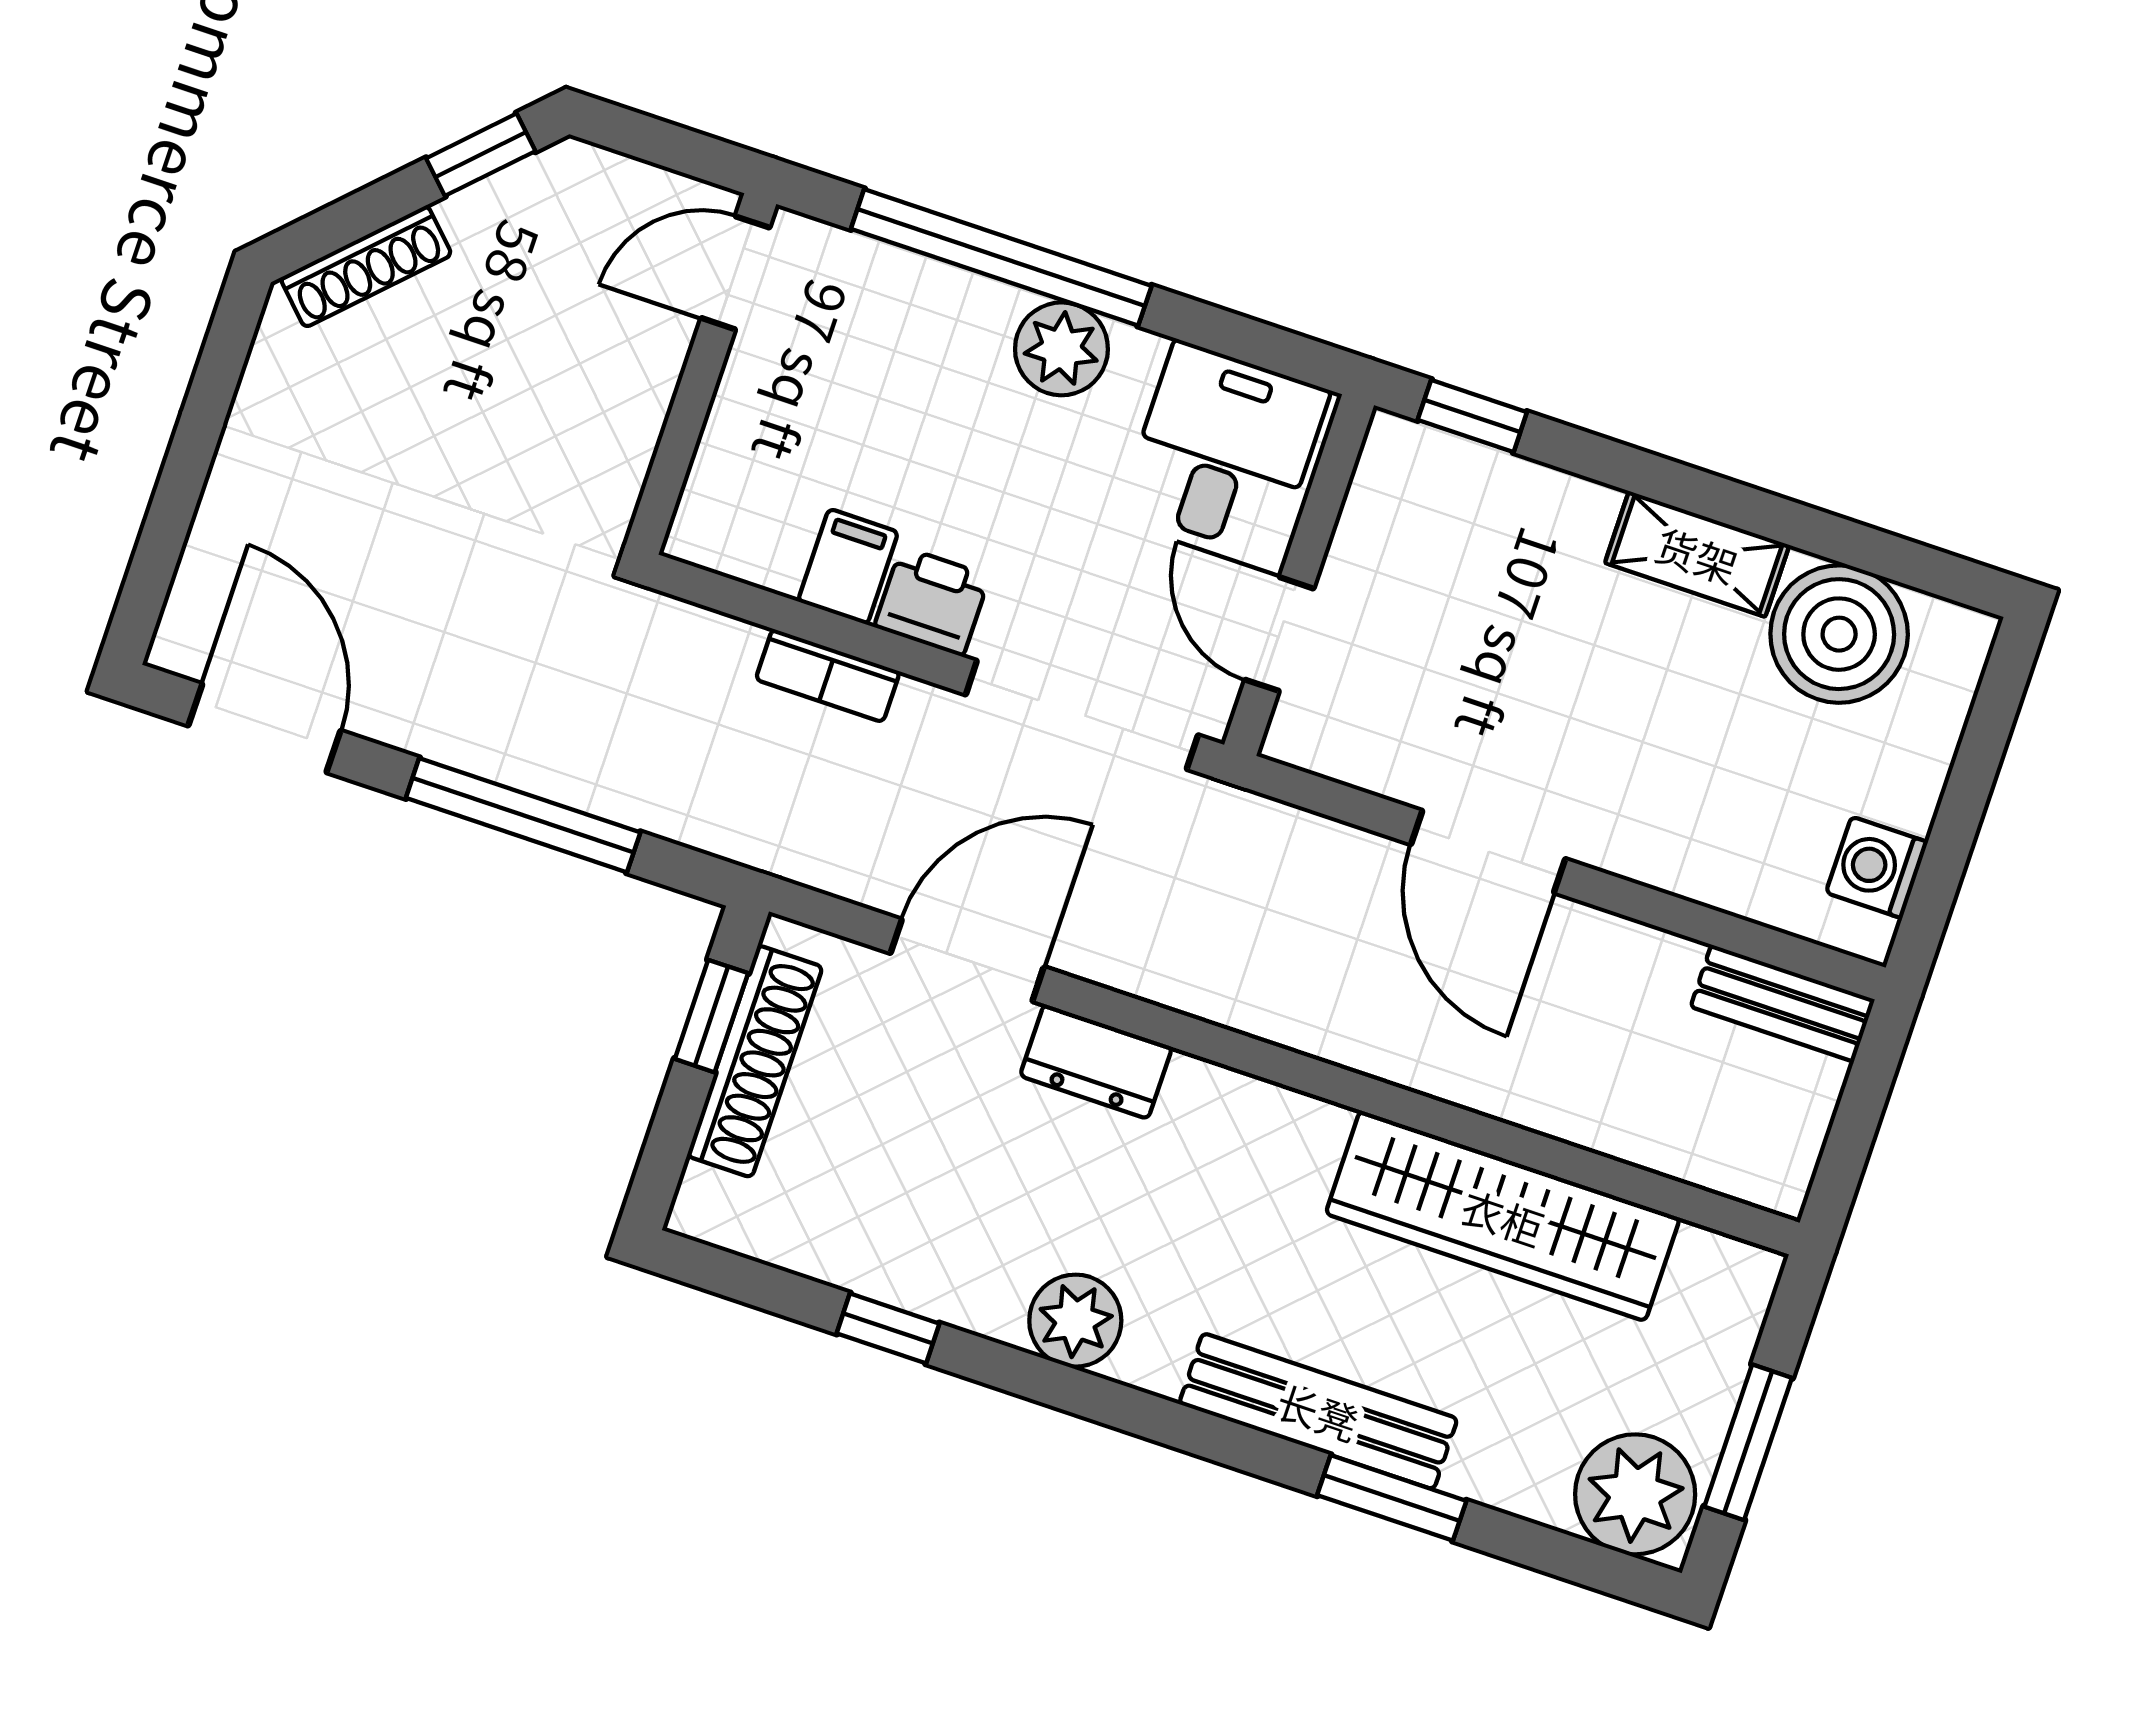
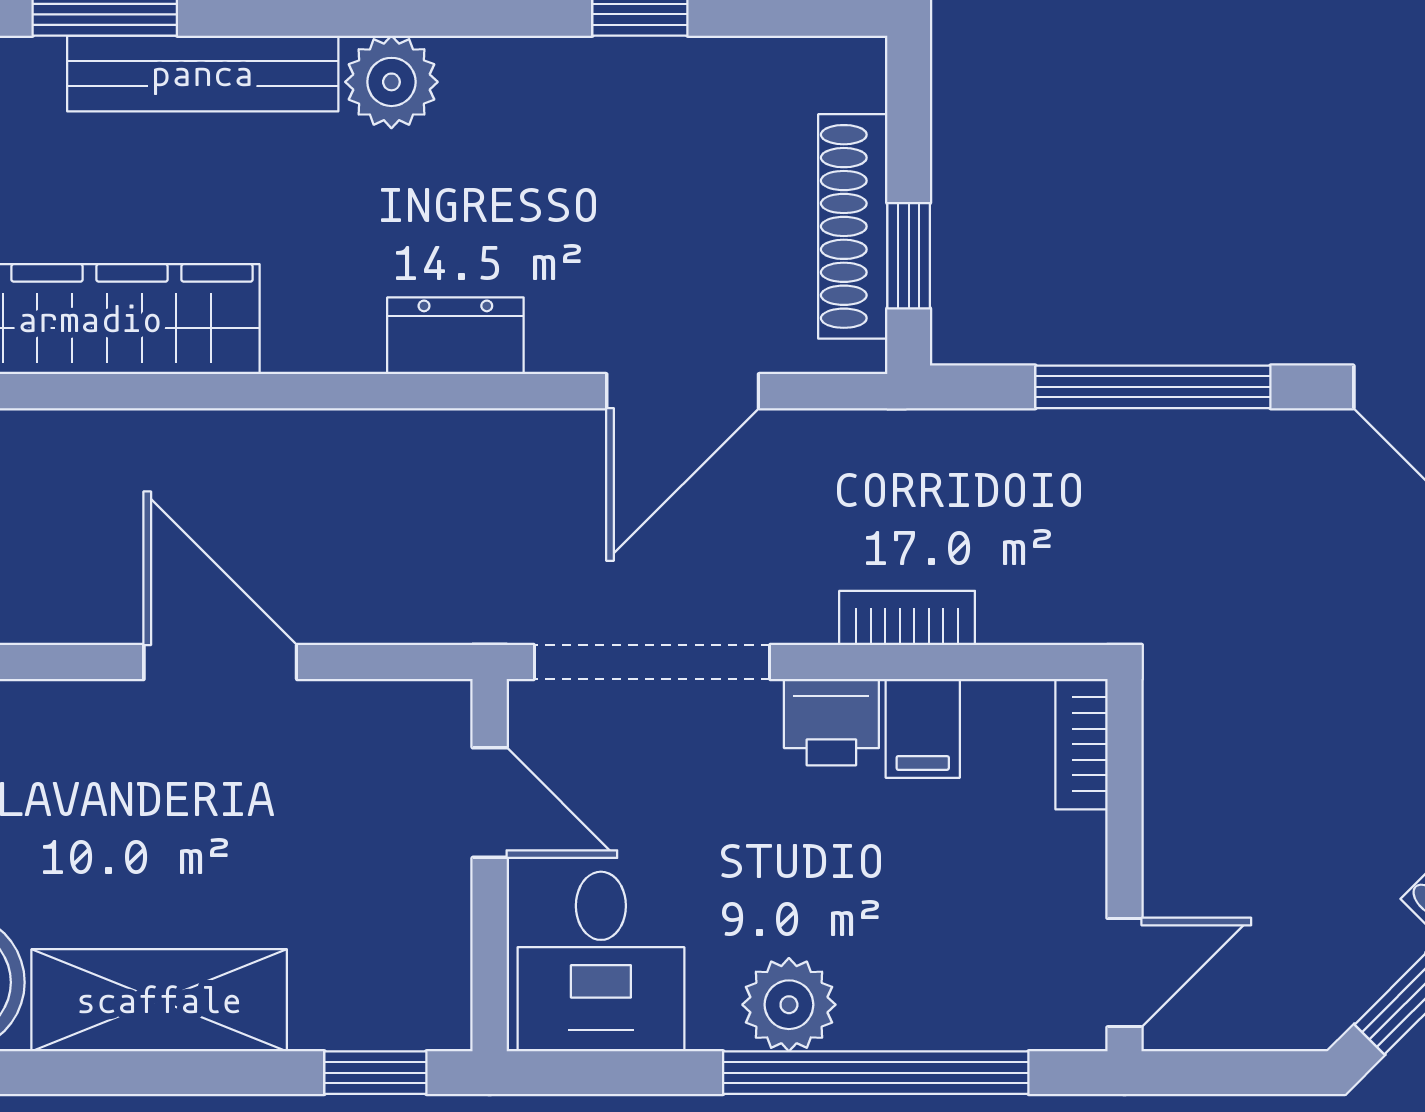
bookcase: (704, 501) -> (1082, 744), added
shelving: (1697, 554) -> (159, 1000), width x1.50, depth x1.33
dresser: (1096, 1062) -> (455, 336), moved
plant: (1075, 1321) -> (391, 82), moved

